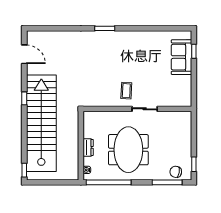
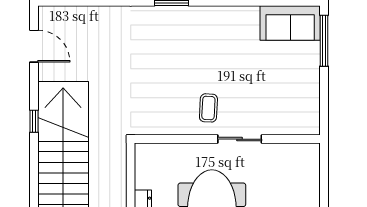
window: (194, 51) -> (324, 41), width x2.17
sofa: (182, 57) -> (290, 23), moved, turned -90

